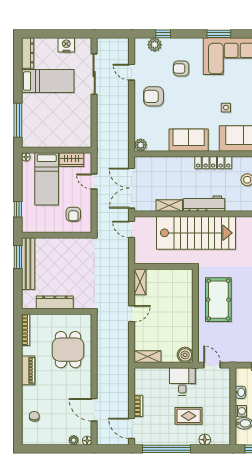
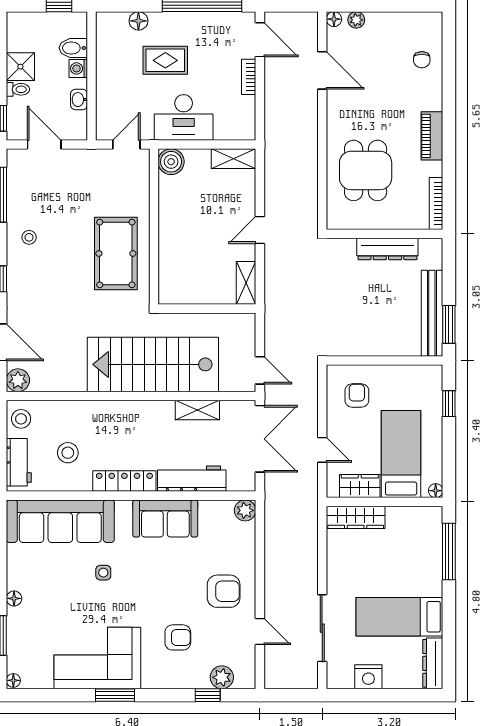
wardrobe: (74, 141) -> (356, 517), added
workbench: (204, 204) -> (192, 479), moved, turned 180
door: (212, 365) -> (126, 145), swing flipped
desk: (182, 381) -> (184, 117), width x1.37

